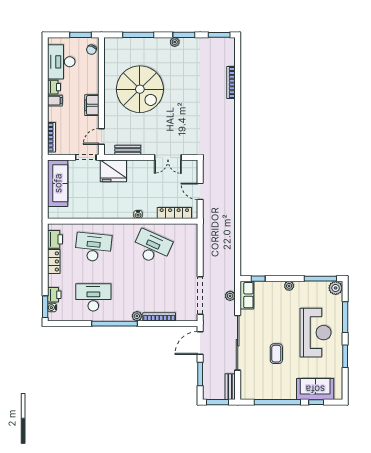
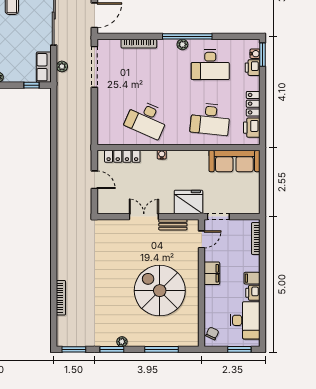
window: (80, 35) -> (239, 349), moved
double door: (168, 157) -> (144, 217), moved
sofa: (58, 183) -> (234, 161), moved, turned -90
plant: (137, 316) -> (182, 44), moved

